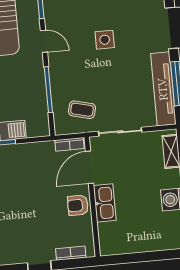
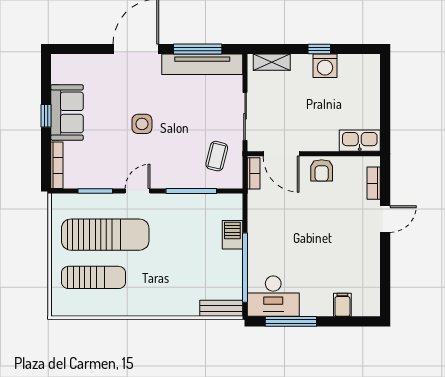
kitchen sink: (105, 203) -> (360, 141), moved

